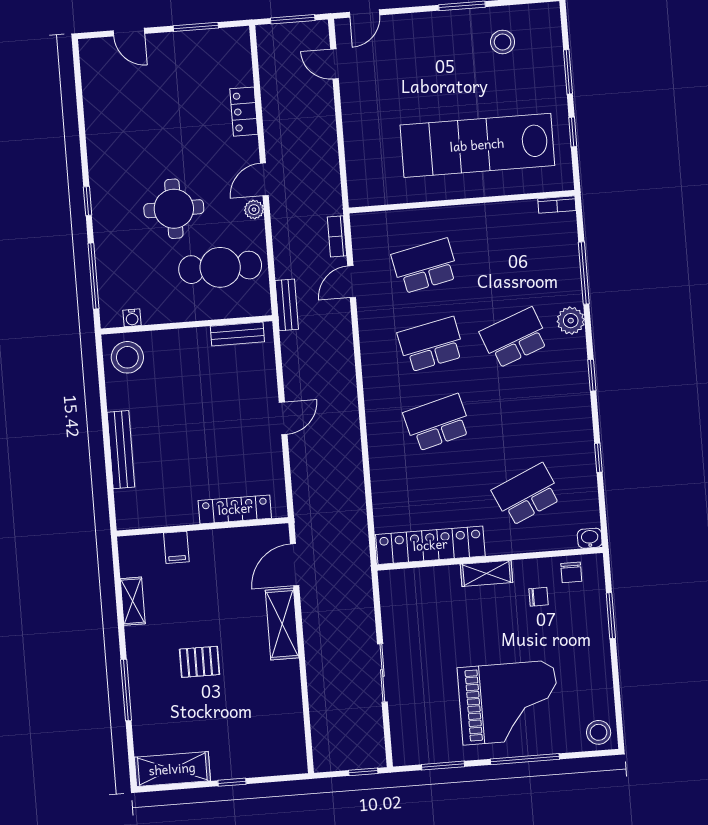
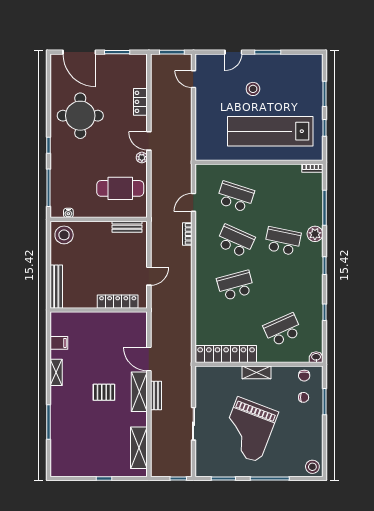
door: (364, 14) -> (233, 52), moved
door: (129, 32) -> (79, 52), width x1.88
stool: (503, 42) -> (253, 89), moved
door: (264, 179) -> (149, 141), hinge flipped
round table: (174, 209) -> (80, 116), moved, width x1.36, depth x1.36
bookcase: (337, 236) -> (187, 234), moved
school desk: (425, 266) -> (235, 197), turned 30
bench: (287, 305) -> (156, 395), moved
school desk: (514, 338) -> (283, 241), turned 33
school desk: (431, 344) -> (235, 241), turned 36
locker: (235, 509) -> (118, 302), moved
wall: (202, 527) -> (99, 310), moved
filing cabinet: (176, 547) -> (59, 343), moved, turned -90
door: (295, 565) -> (149, 359), hinge flipped
chair: (539, 597) -> (304, 397), moved
pallet: (200, 662) -> (104, 392), moved
grand piano: (509, 703) -> (248, 430), moved, turned 111
shelving: (172, 769) -> (139, 448), moved, turned 90

